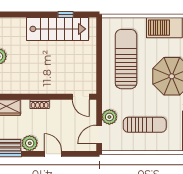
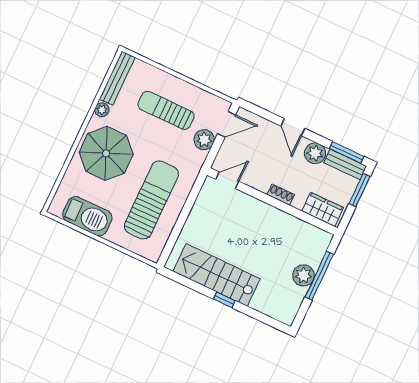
window: (66, 15) -> (224, 300), moved
sun lounger: (126, 59) -> (151, 200), turned 180
door: (81, 97) -> (227, 180), hinge flipped

